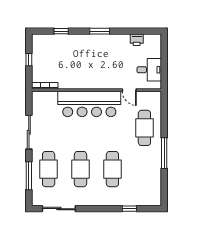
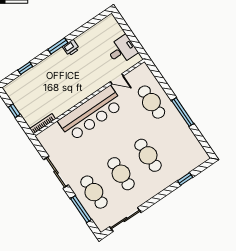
printer: (137, 40) -> (71, 48), moved

